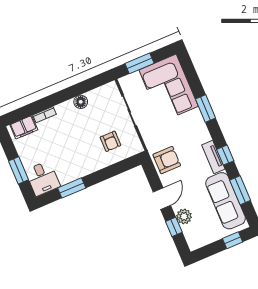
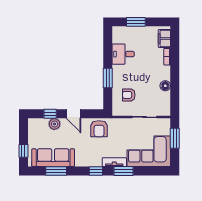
window: (225, 155) -> (96, 171), moved
tv unit: (213, 157) -> (114, 162), moved
desk: (43, 178) -> (123, 54), moved
window: (72, 188) -> (108, 78), moved

